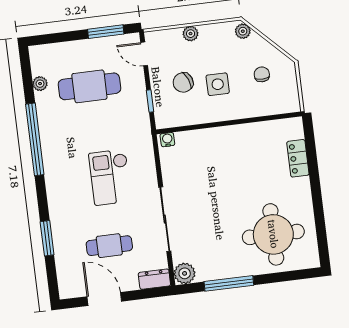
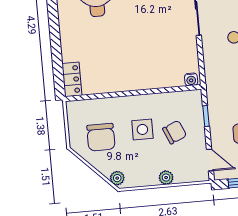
chair: (262, 74) -> (101, 137), width x1.87, depth x1.87
locker: (298, 158) -> (72, 79), moved

